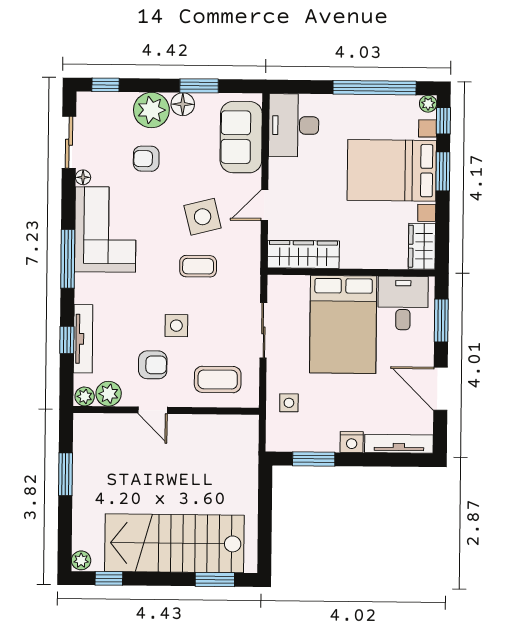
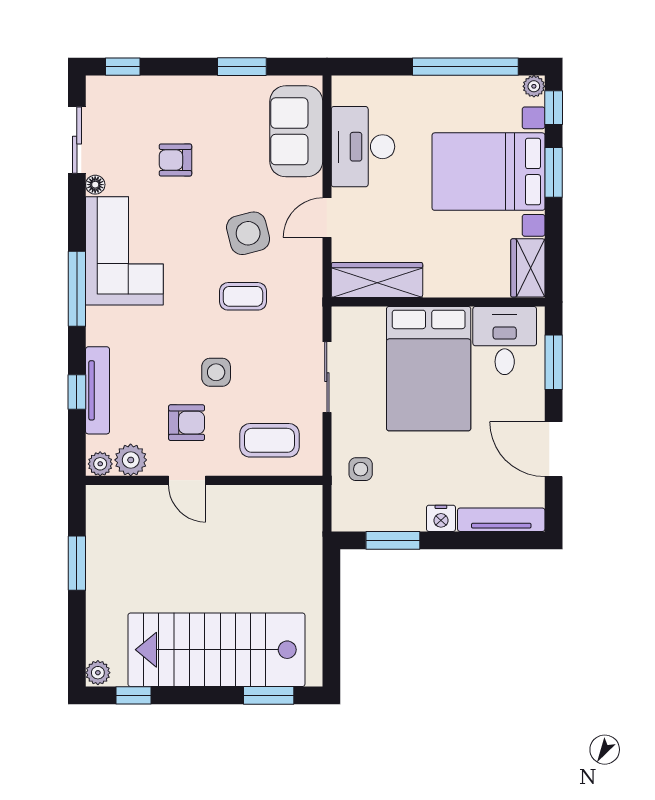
floor lamp: (183, 104) -> (221, 90), removed
plant: (151, 110) -> (181, 98), removed
desk: (294, 125) -> (363, 147), moved

